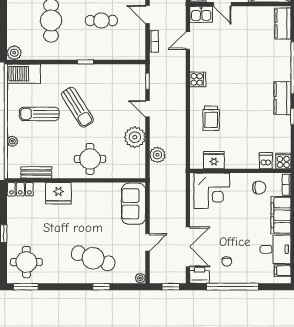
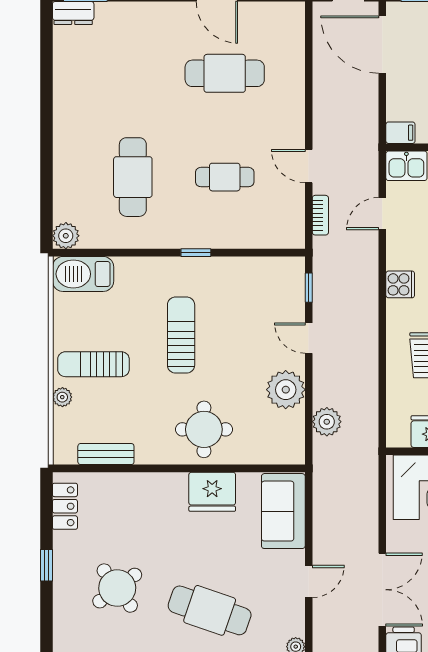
sun lounger: (77, 107) -> (181, 335), turned -148
sun lounger: (39, 114) -> (93, 364), moved
locker: (20, 189) -> (65, 506), moved, turned -90
fridge: (58, 193) -> (212, 492), moved
round table: (26, 262) -> (117, 588), moved, turned -37

